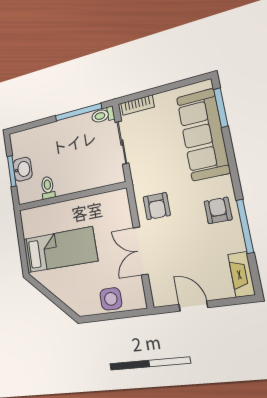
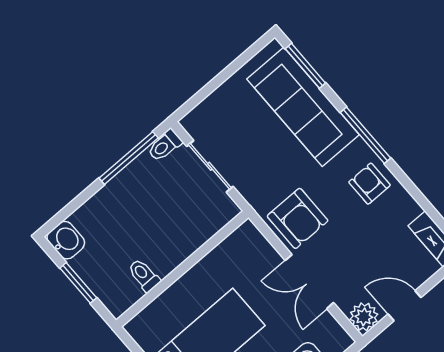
bookcase: (137, 105) -> (203, 111), removed
washbasin: (23, 169) -> (66, 240), moved
armchair: (157, 206) -> (298, 218), width x1.38, depth x1.38
window: (245, 226) -> (365, 135), moved
plant: (162, 296) -> (364, 317), added

